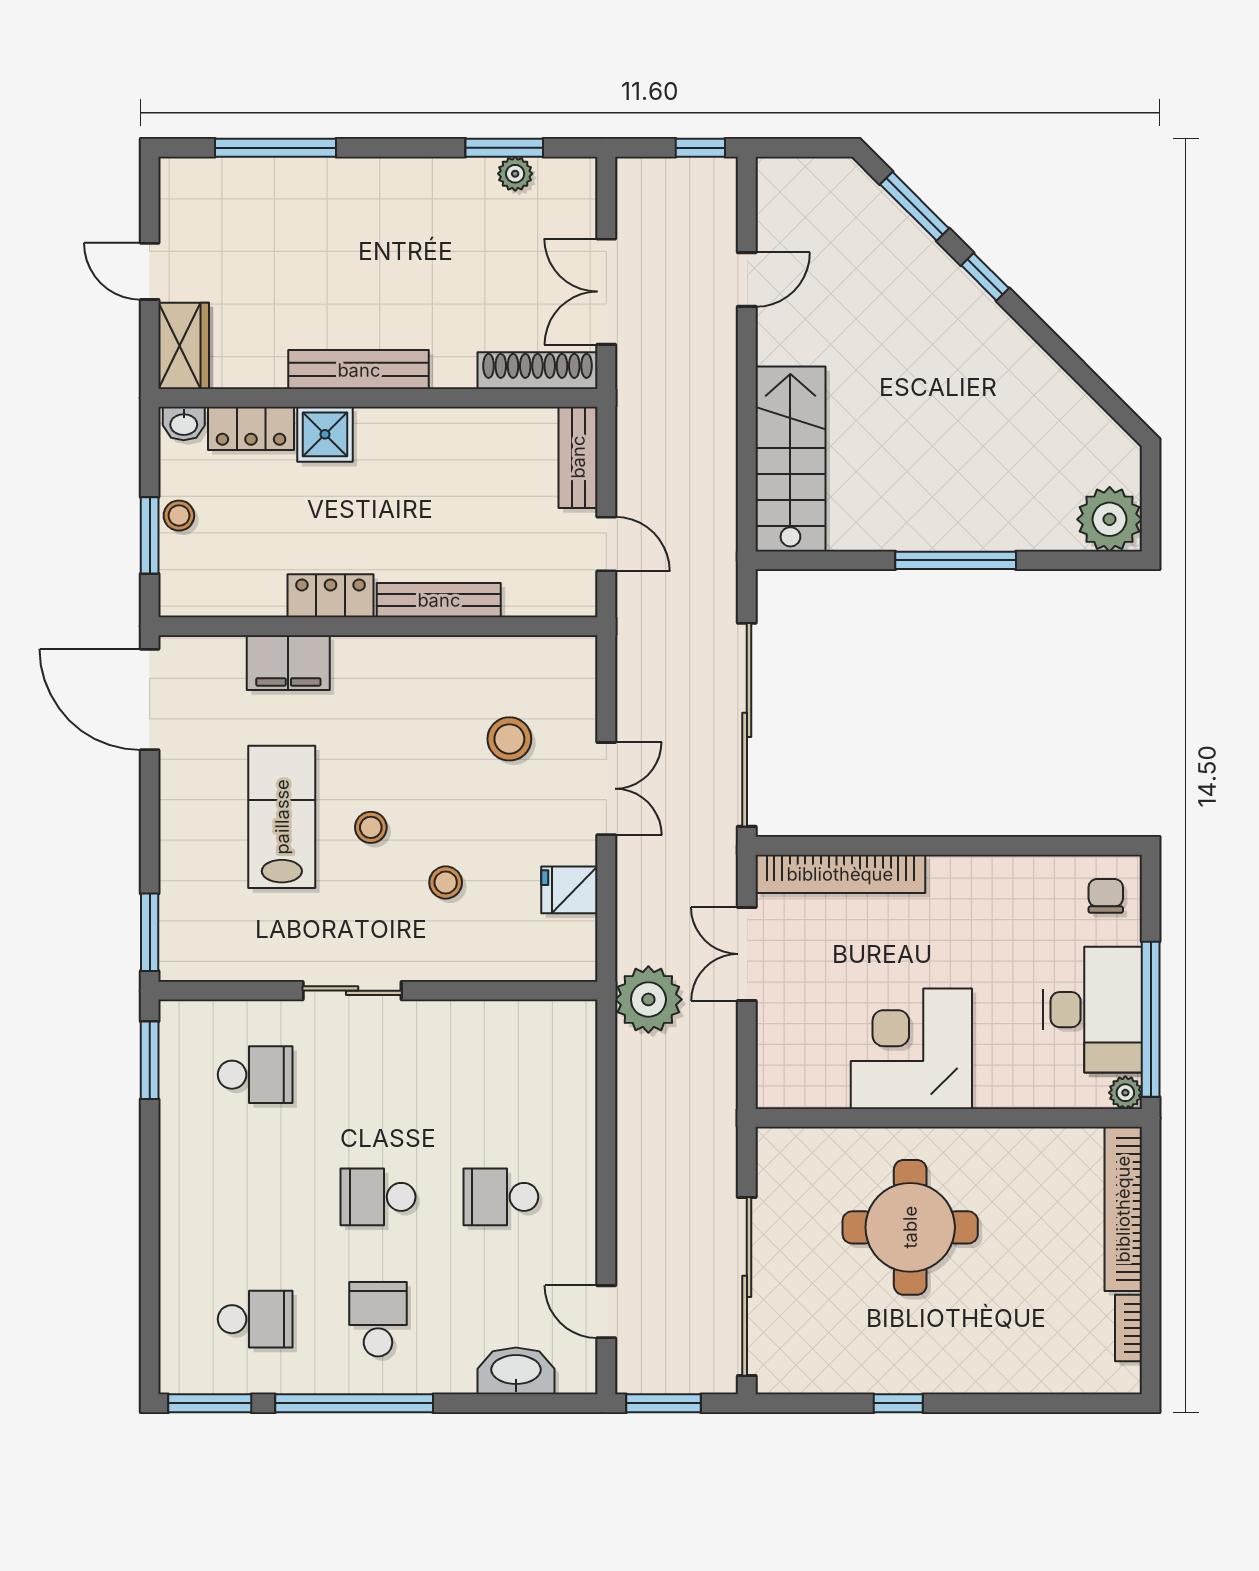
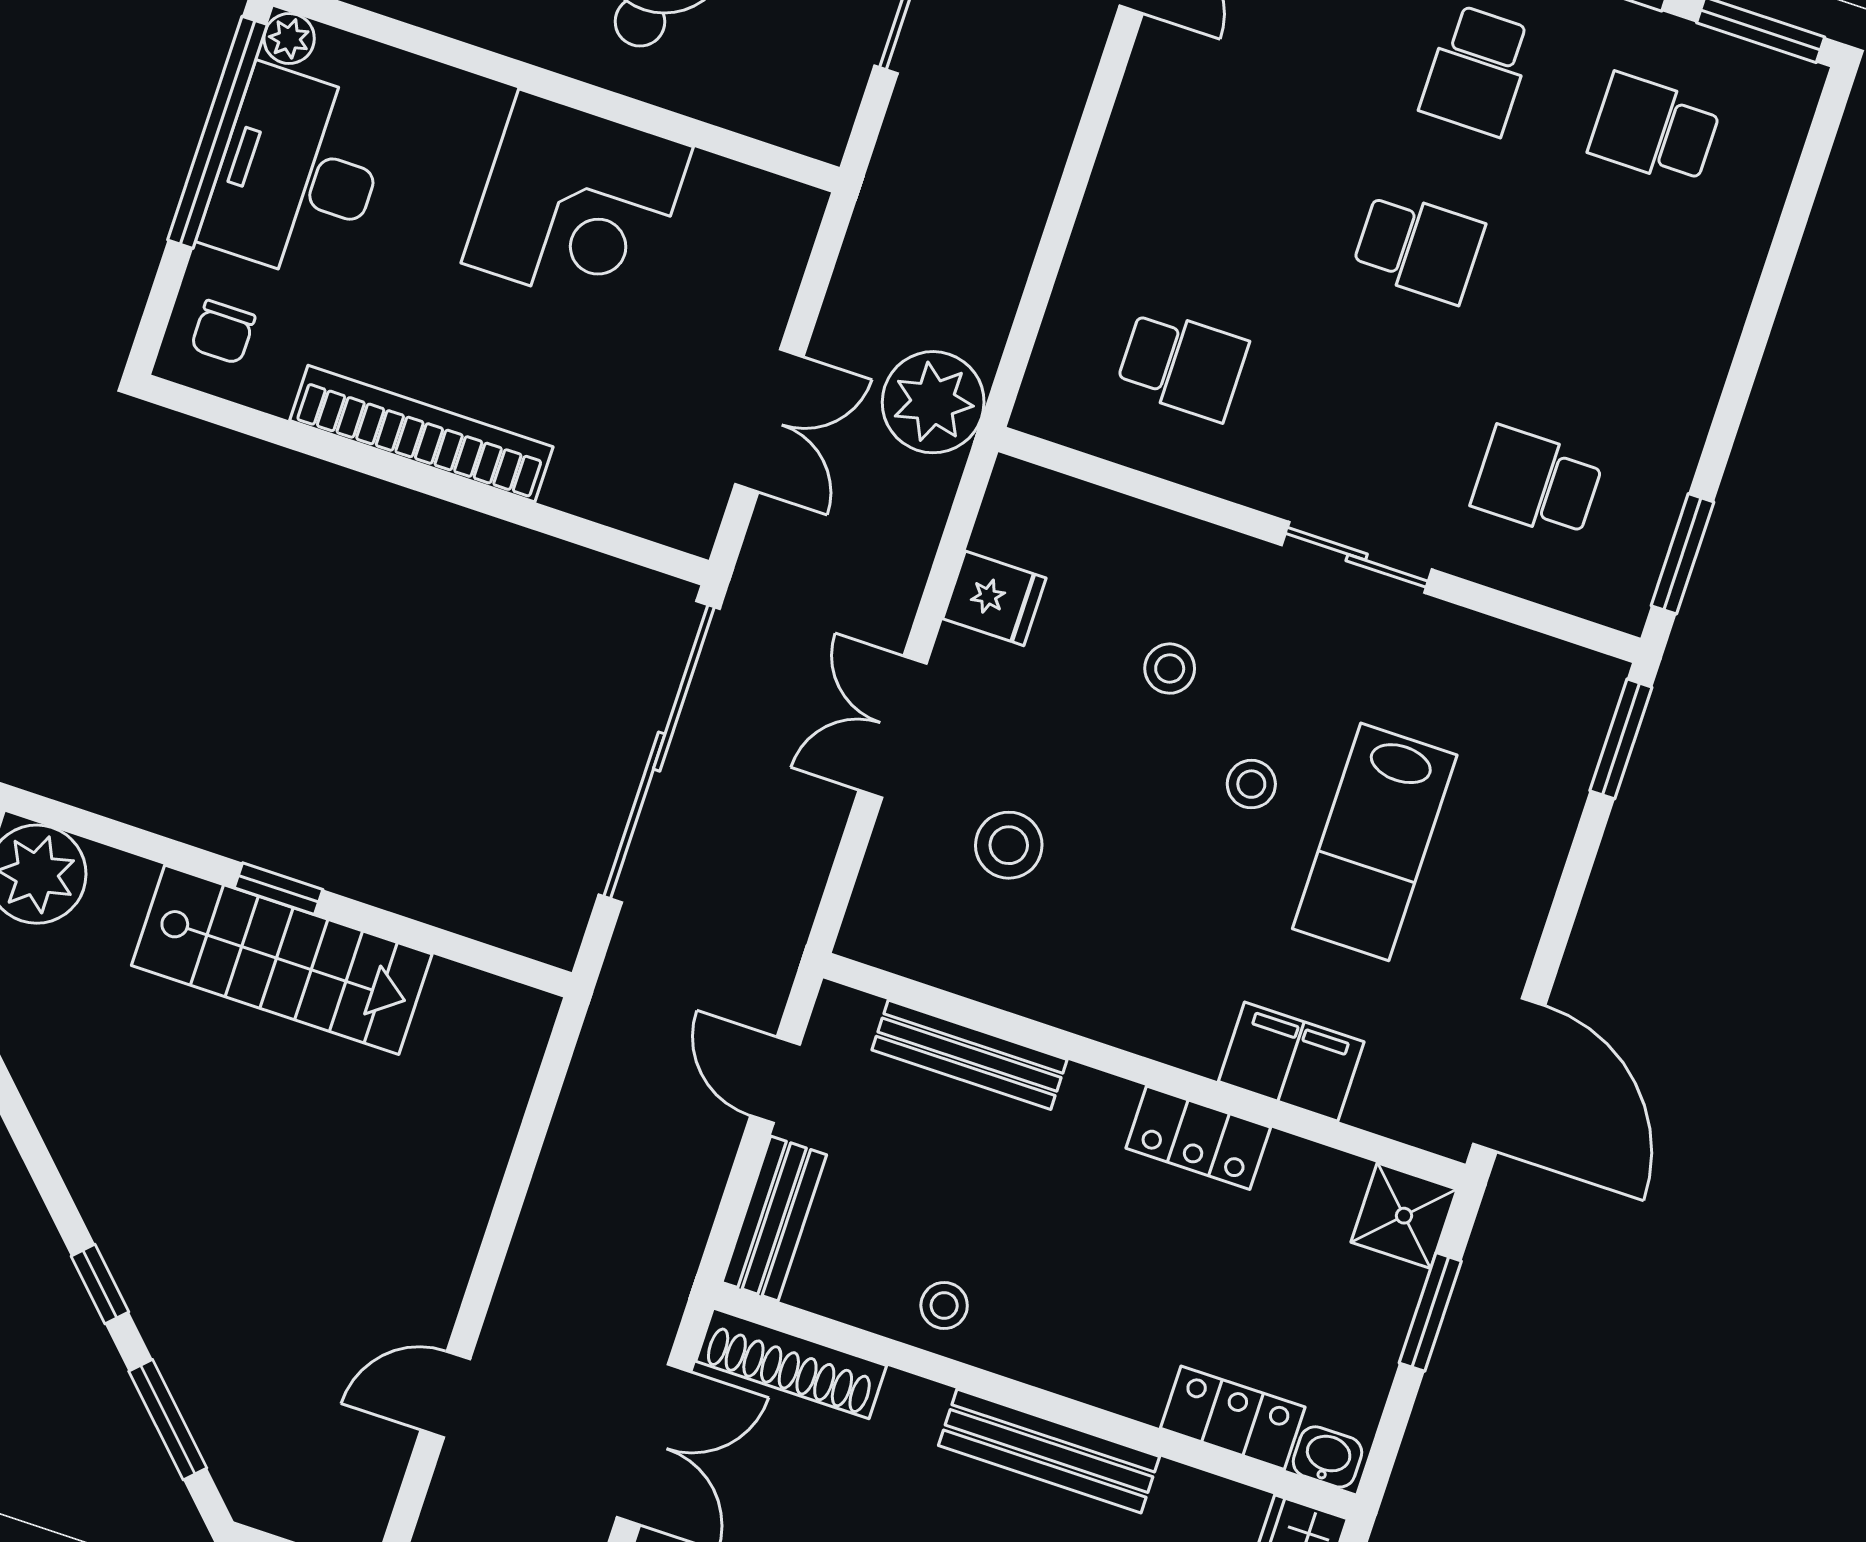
shower: (325, 434) -> (1404, 1216), moved
stairs: (790, 459) -> (282, 960), moved, turned -90
stool: (179, 516) -> (944, 1306), moved
window: (956, 560) -> (279, 889), width x0.46
bench: (439, 600) -> (970, 1055), moved
bookcase: (840, 874) -> (421, 434), moved
school desk: (501, 1197) -> (1182, 364), moved

